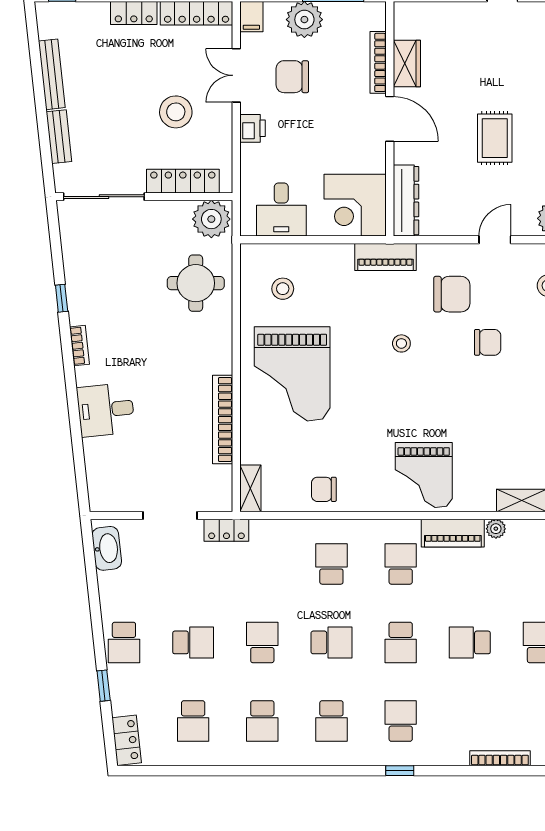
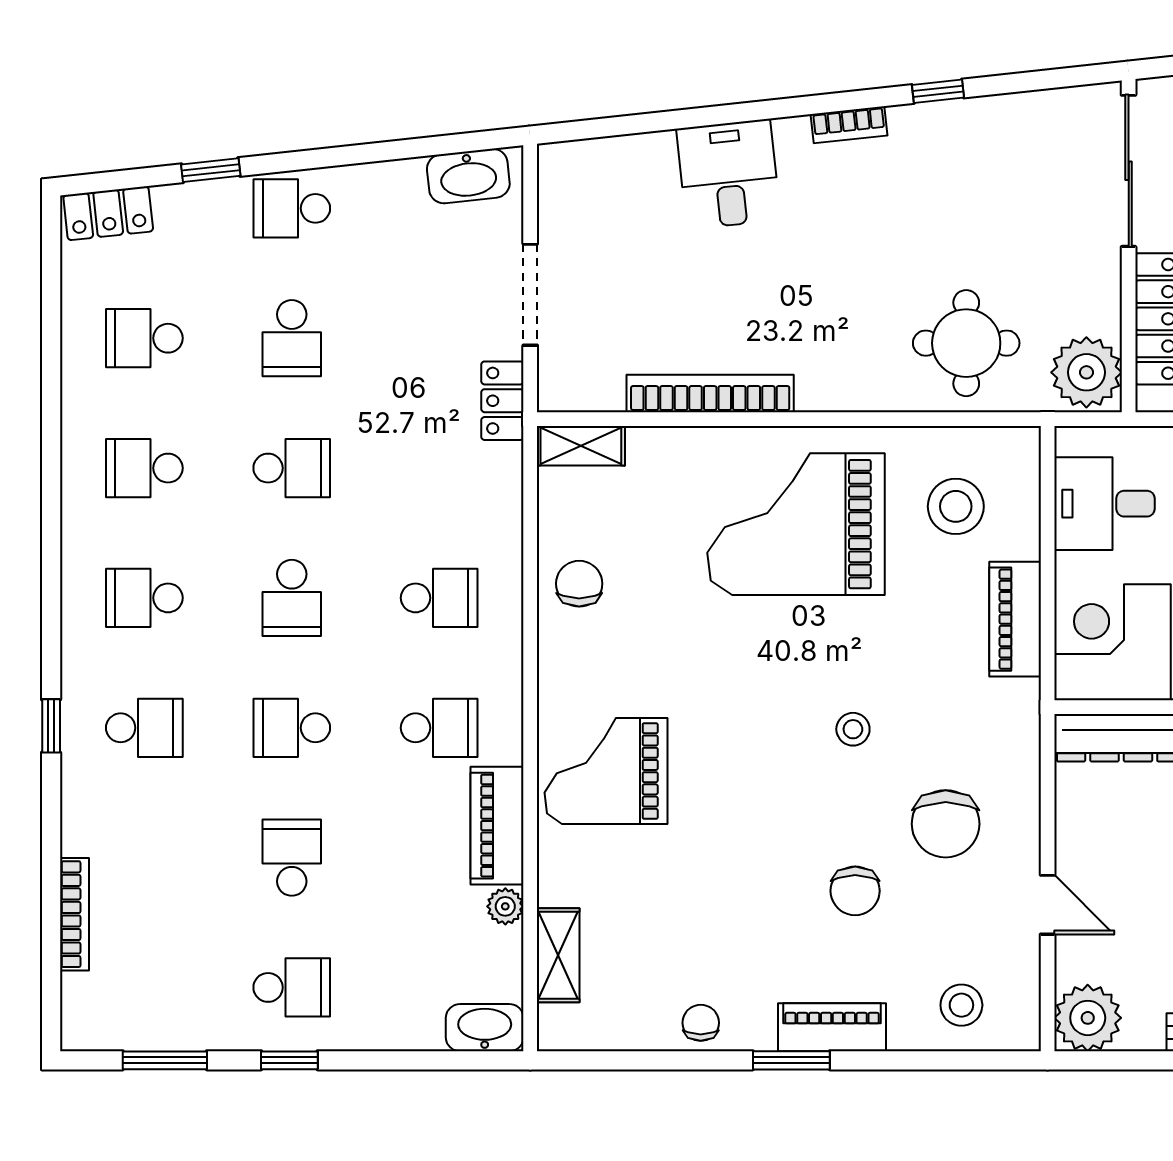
piano: (385, 257) -> (1015, 619), moved
stool: (283, 289) -> (956, 506), width x1.38, depth x1.38

